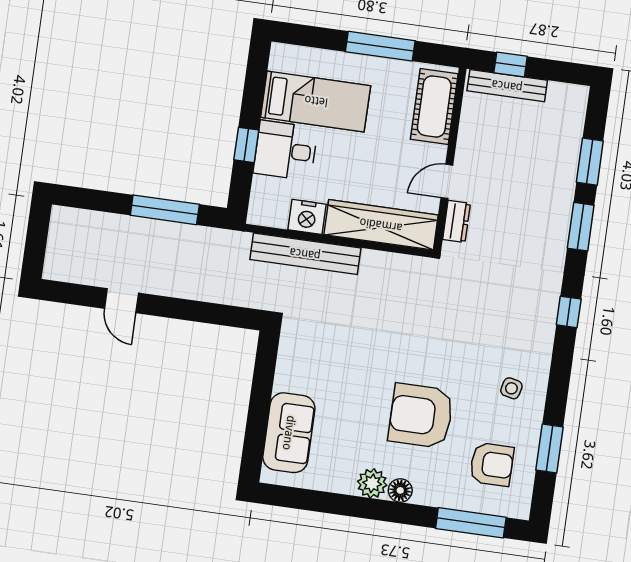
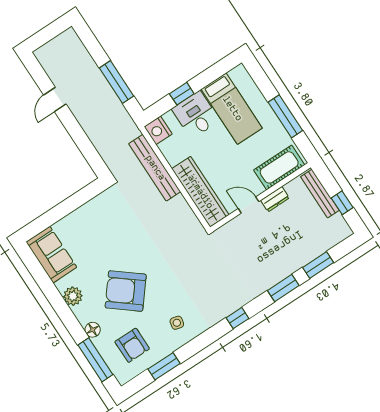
window: (511, 65) -> (342, 203), moved
nightstand: (307, 217) -> (158, 130), moved
dresser: (456, 221) -> (275, 199), moved
armchair: (421, 416) -> (126, 291), turned -51
sofa: (289, 433) -> (51, 255), moved, turned -90
floor lamp: (400, 490) -> (93, 330), moved

